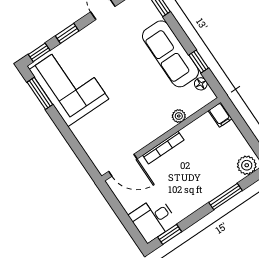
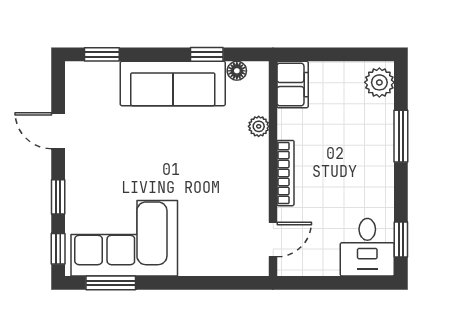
filing cabinet: (220, 115) -> (293, 85), width x2.00
door: (123, 165) -> (273, 239), width x0.73

